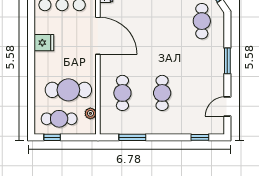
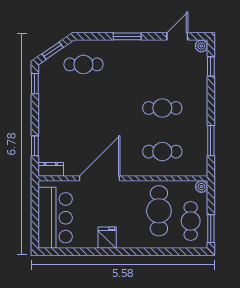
door: (227, 107) -> (177, 36), swing flipped
plant: (90, 113) -> (201, 187), moved
plant: (219, 129) -> (201, 46), added
window: (52, 137) -> (211, 229), width x1.50

